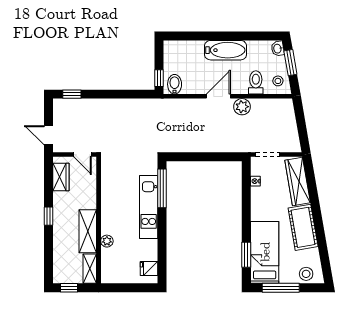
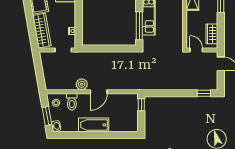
bidet: (175, 84) -> (130, 100), removed

